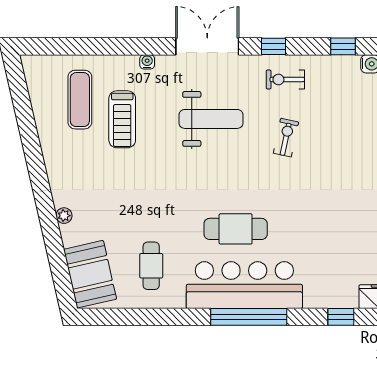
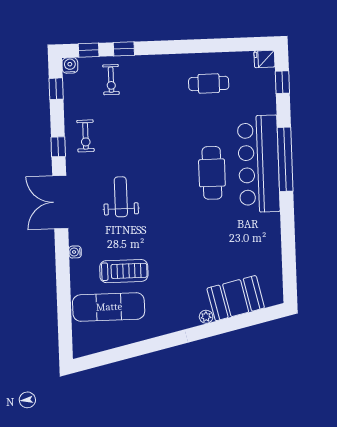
exercise mat: (80, 100) -> (109, 307), width x1.36, depth x1.45
weight bench: (211, 119) -> (121, 197), width x0.73, depth x0.75
exercise bike: (286, 138) -> (111, 80), moved, turned -102
cafe table: (151, 266) -> (209, 83), moved
booth: (90, 274) -> (236, 298), moved

